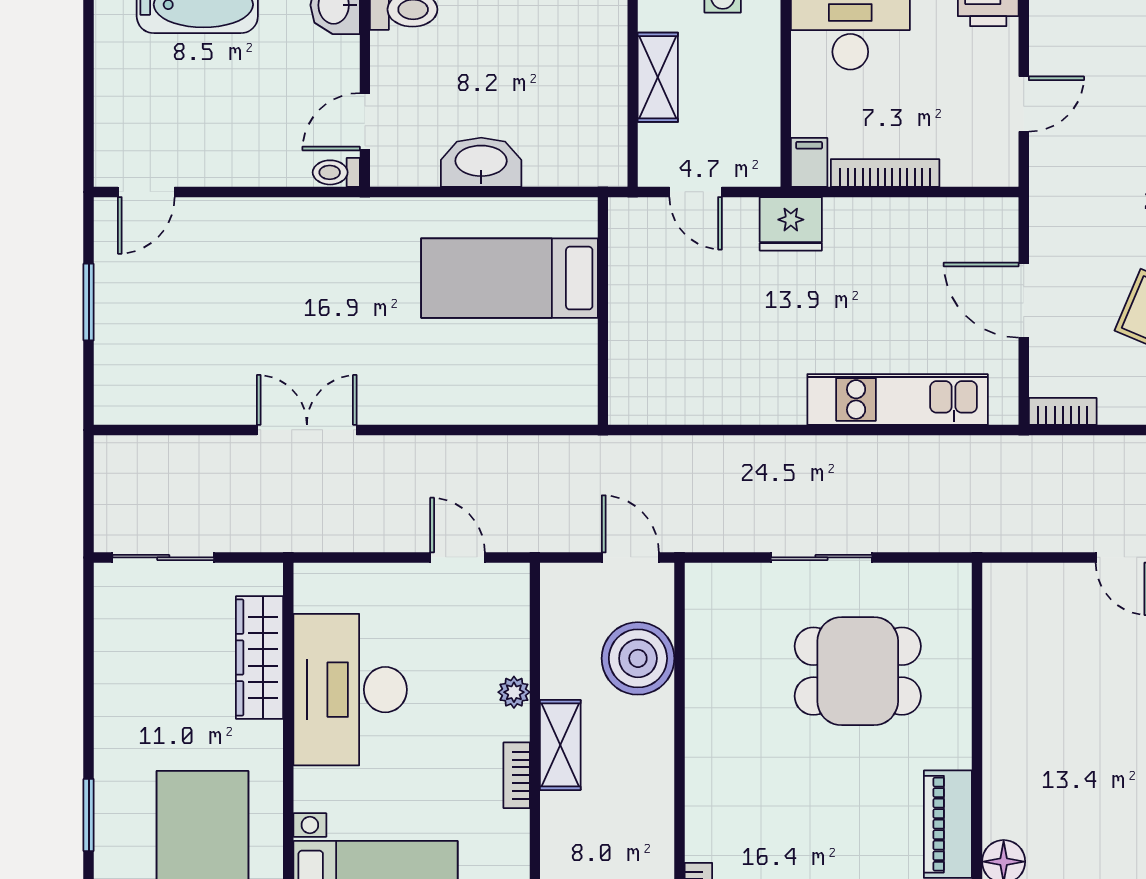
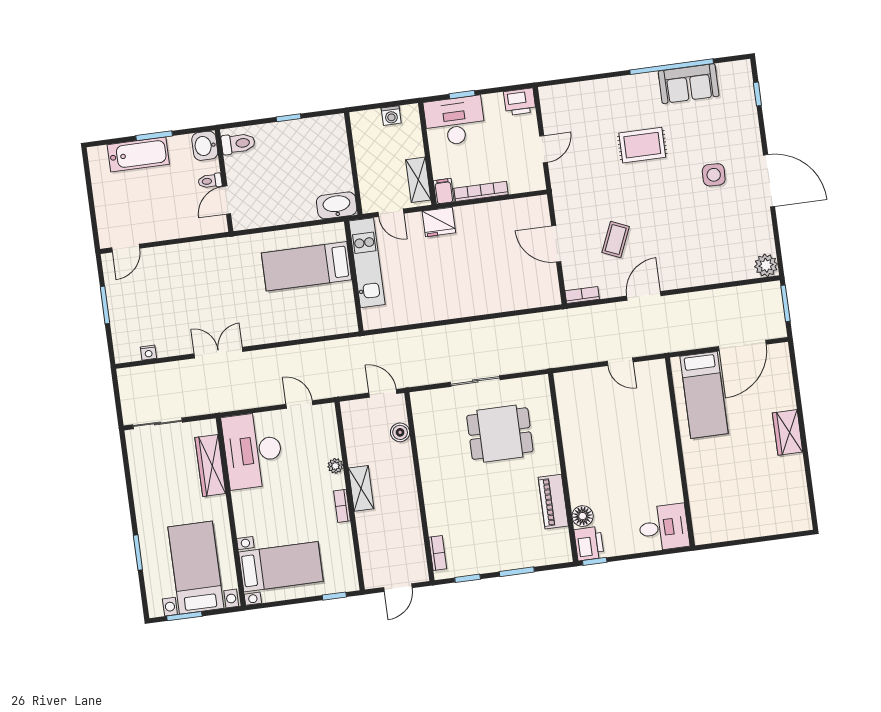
shelving: (658, 77) -> (418, 180), moved
washbasin: (481, 162) -> (337, 205), moved
toilet: (336, 172) -> (210, 181), moved
kitchen unit: (898, 399) -> (367, 263), moved, turned 90
nightstand: (164, 411) -> (148, 353), added
boiler: (638, 658) -> (400, 432), width x0.54, depth x0.54
desk: (350, 690) -> (253, 450), moved

